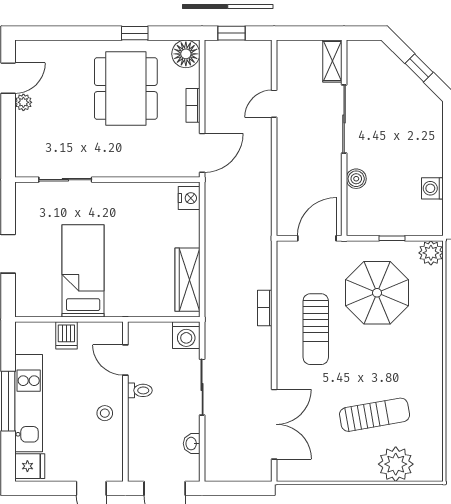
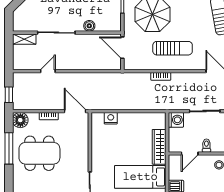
window: (135, 33) -> (9, 148), width x2.17
door: (274, 104) -> (48, 71), swing flipped
nightstand: (189, 198) -> (111, 118), moved
wardrobe: (188, 280) -> (159, 147), moved, turned 90

